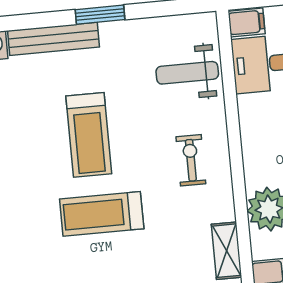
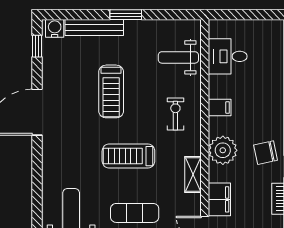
filing cabinet: (247, 22) -> (220, 108), moved
treadmill: (102, 214) -> (128, 156), moved

